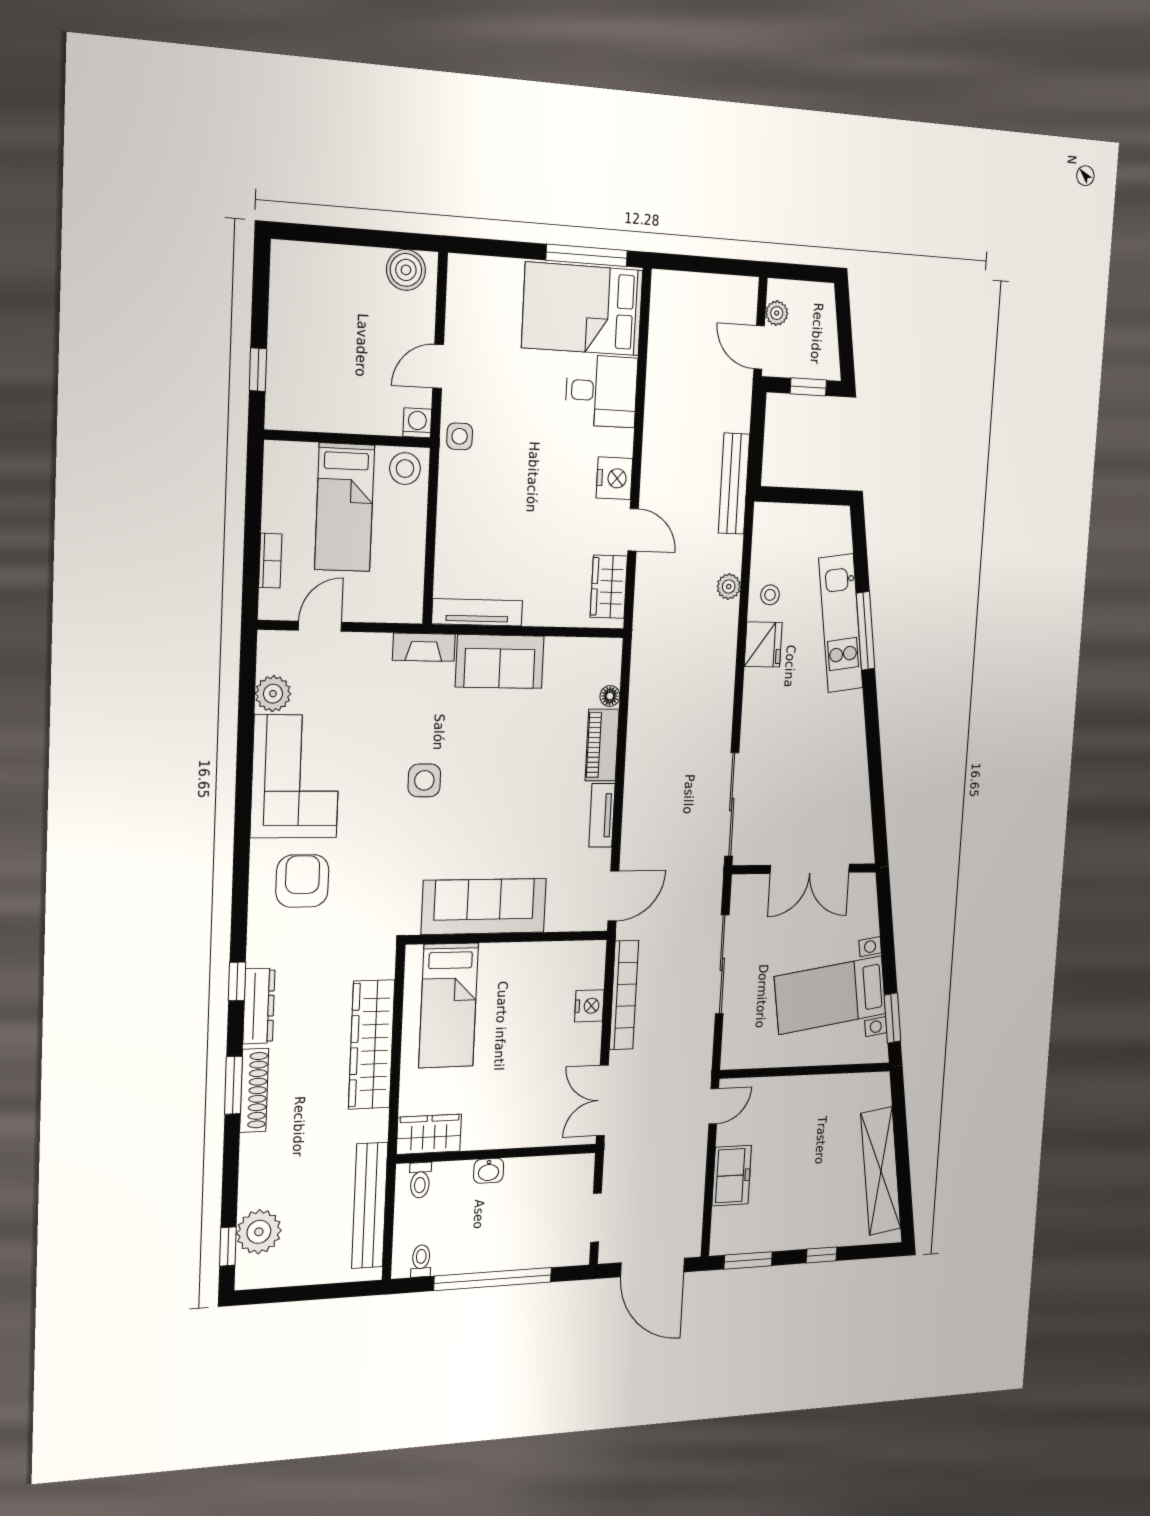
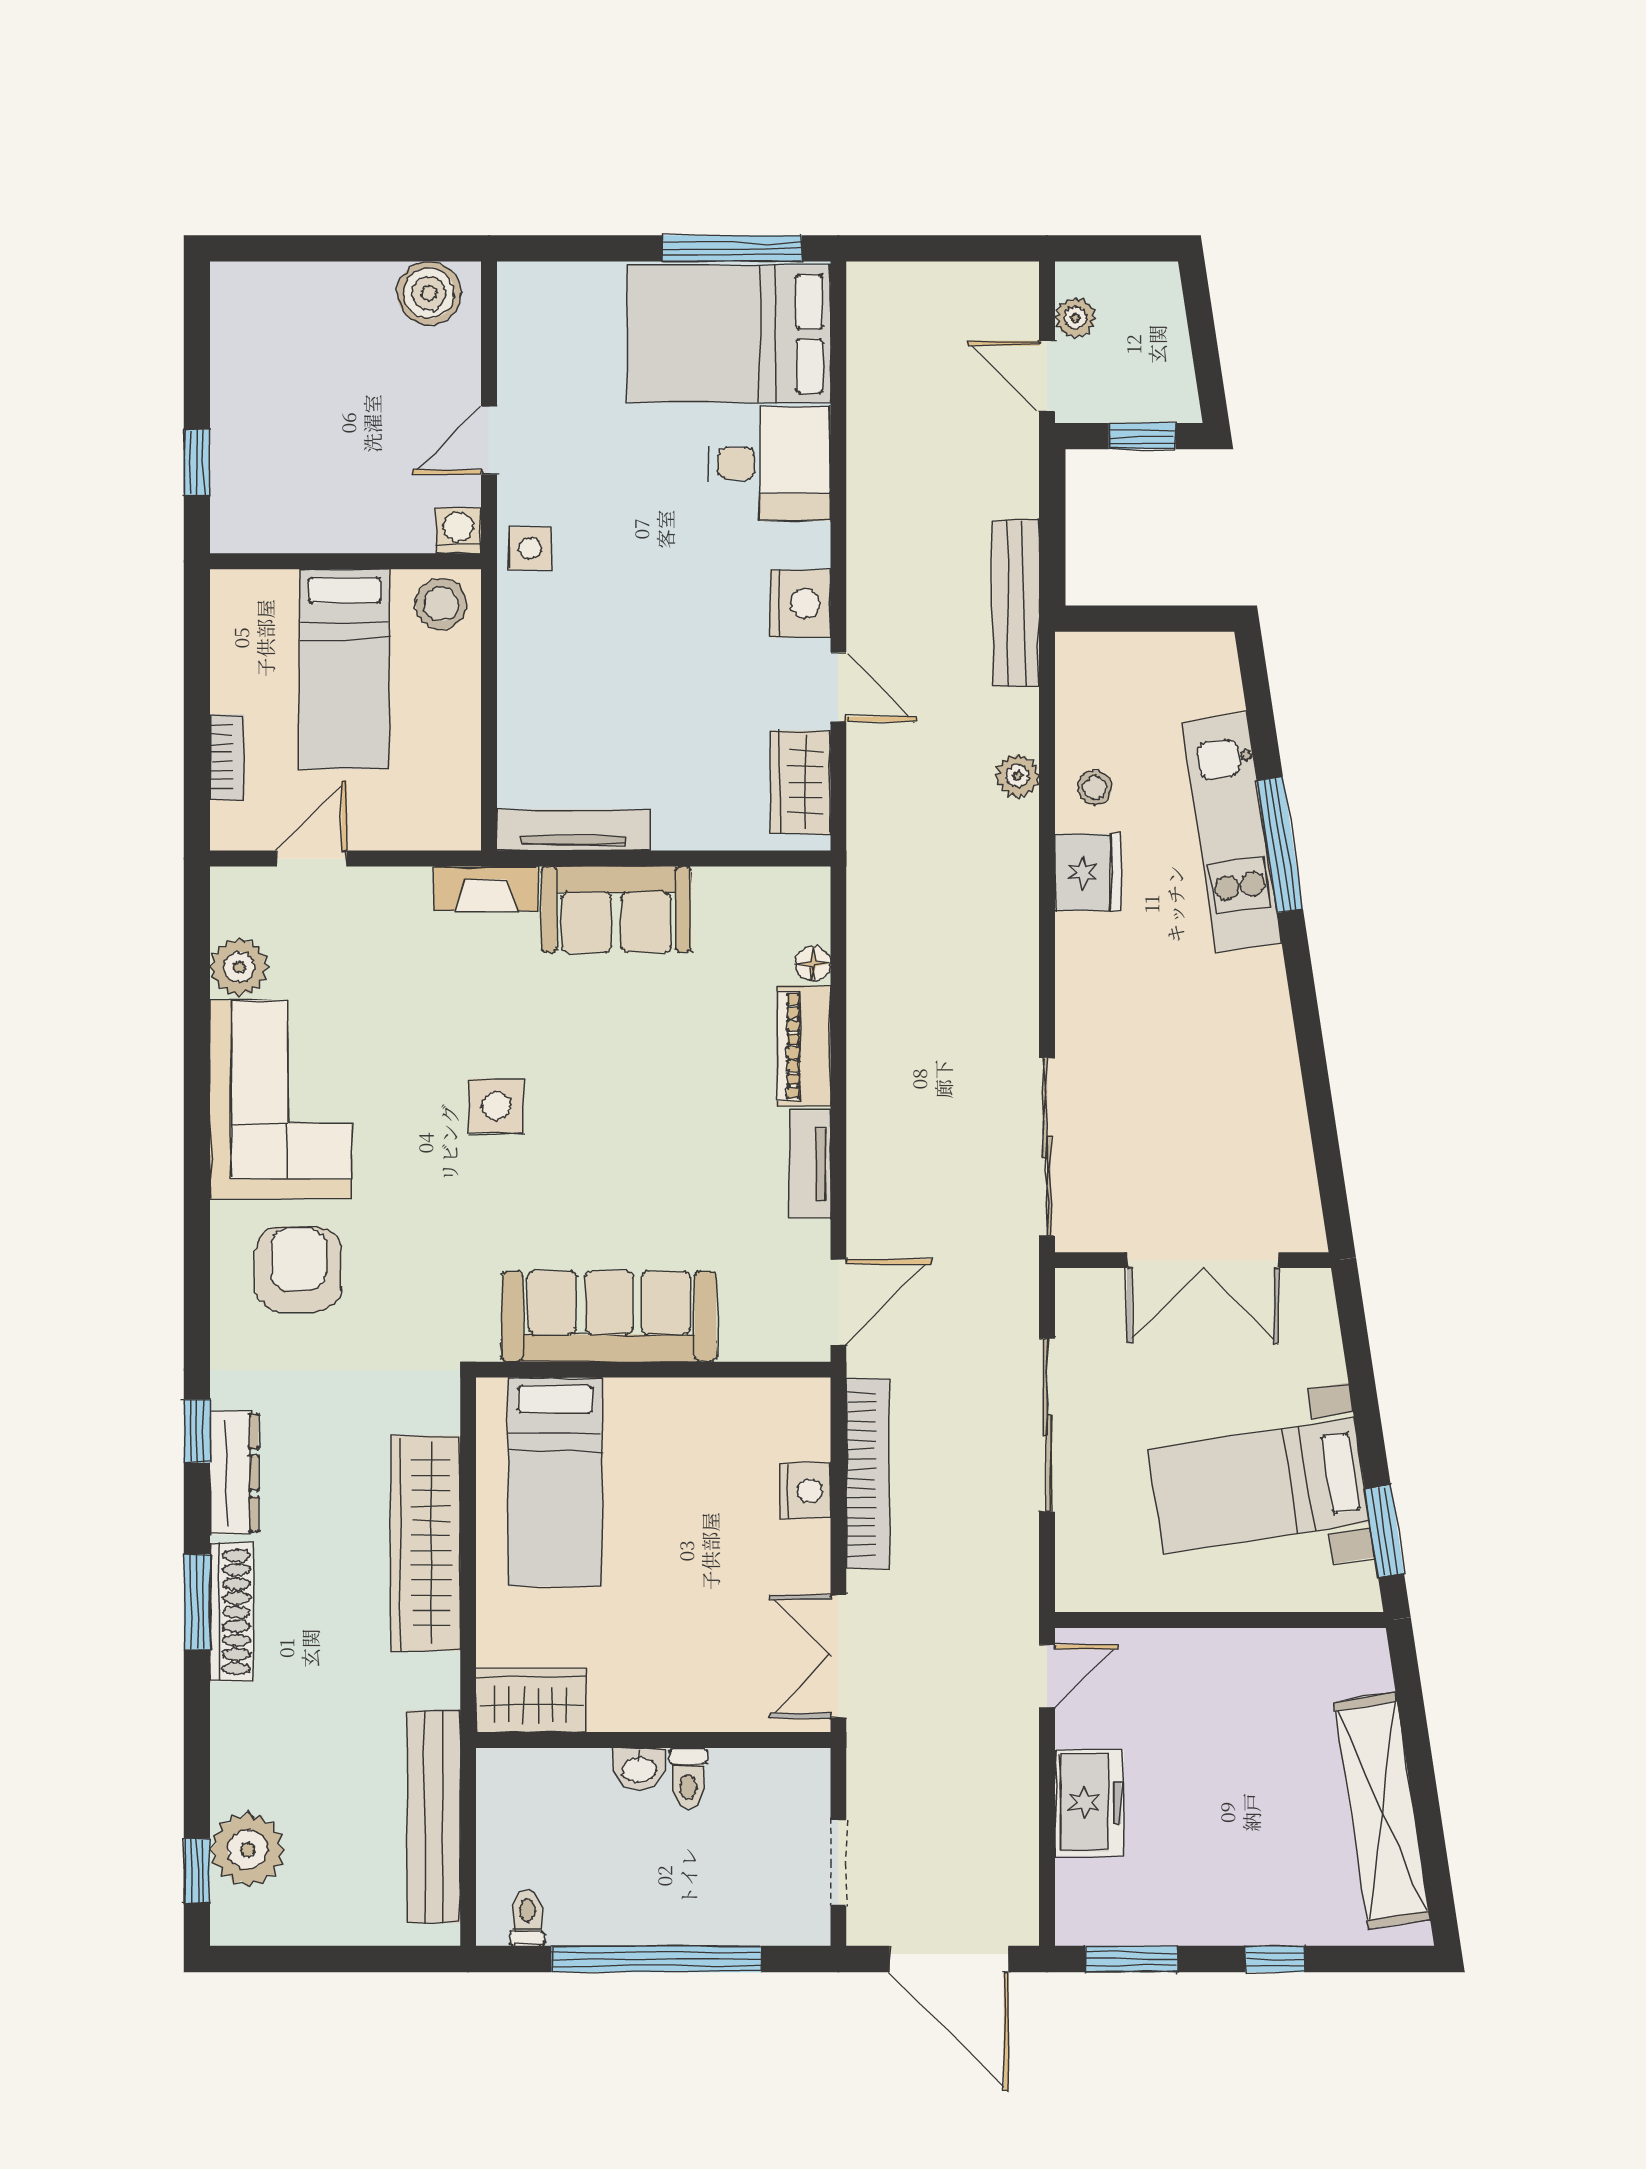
toilet: (420, 1180) -> (688, 1778), moved

